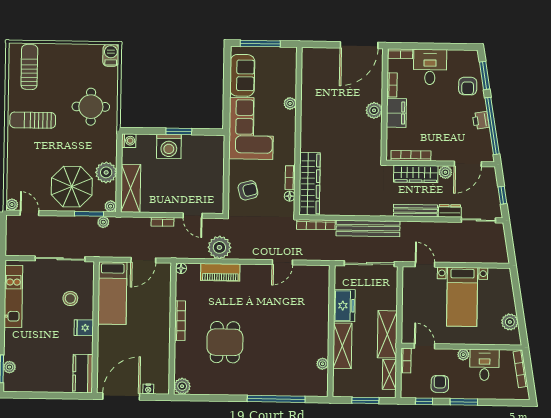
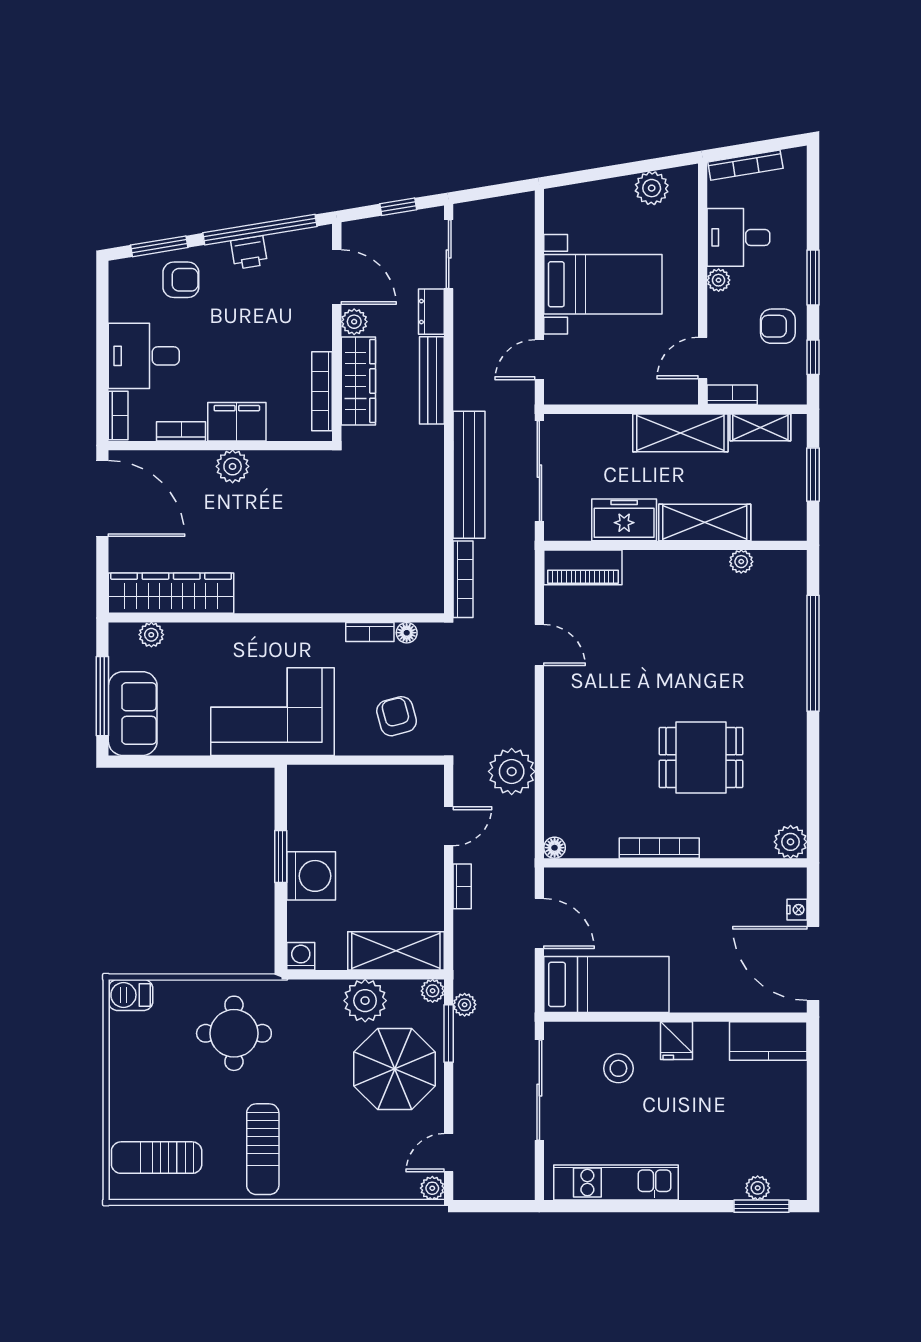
sofa: (242, 75) -> (133, 714), moved, turned 90
plant: (290, 103) -> (151, 635), moved
wardrobe: (310, 184) -> (171, 593), moved
piano: (220, 272) -> (583, 567), moved, turned 90

